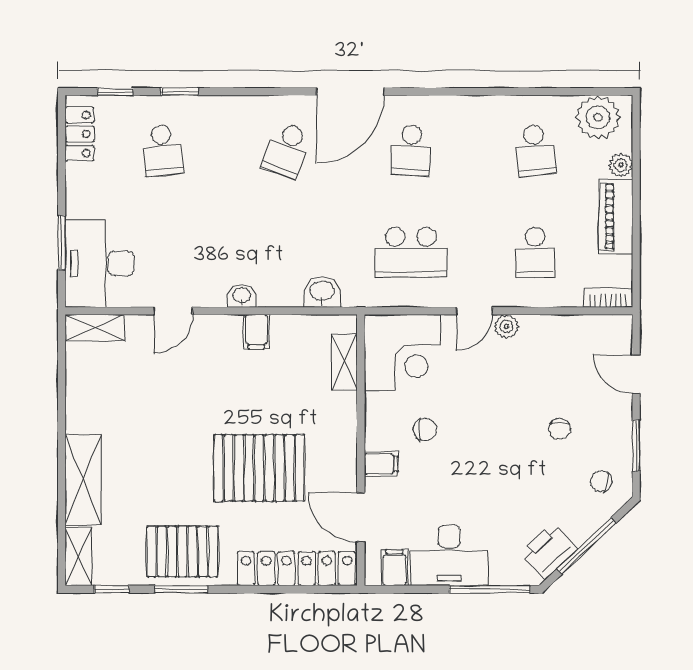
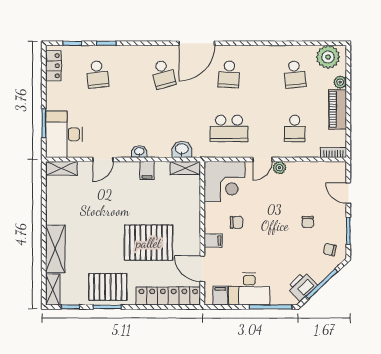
school desk: (287, 150) -> (163, 74), turned -36
shelving: (344, 362) -> (185, 168), moved, turned 90

